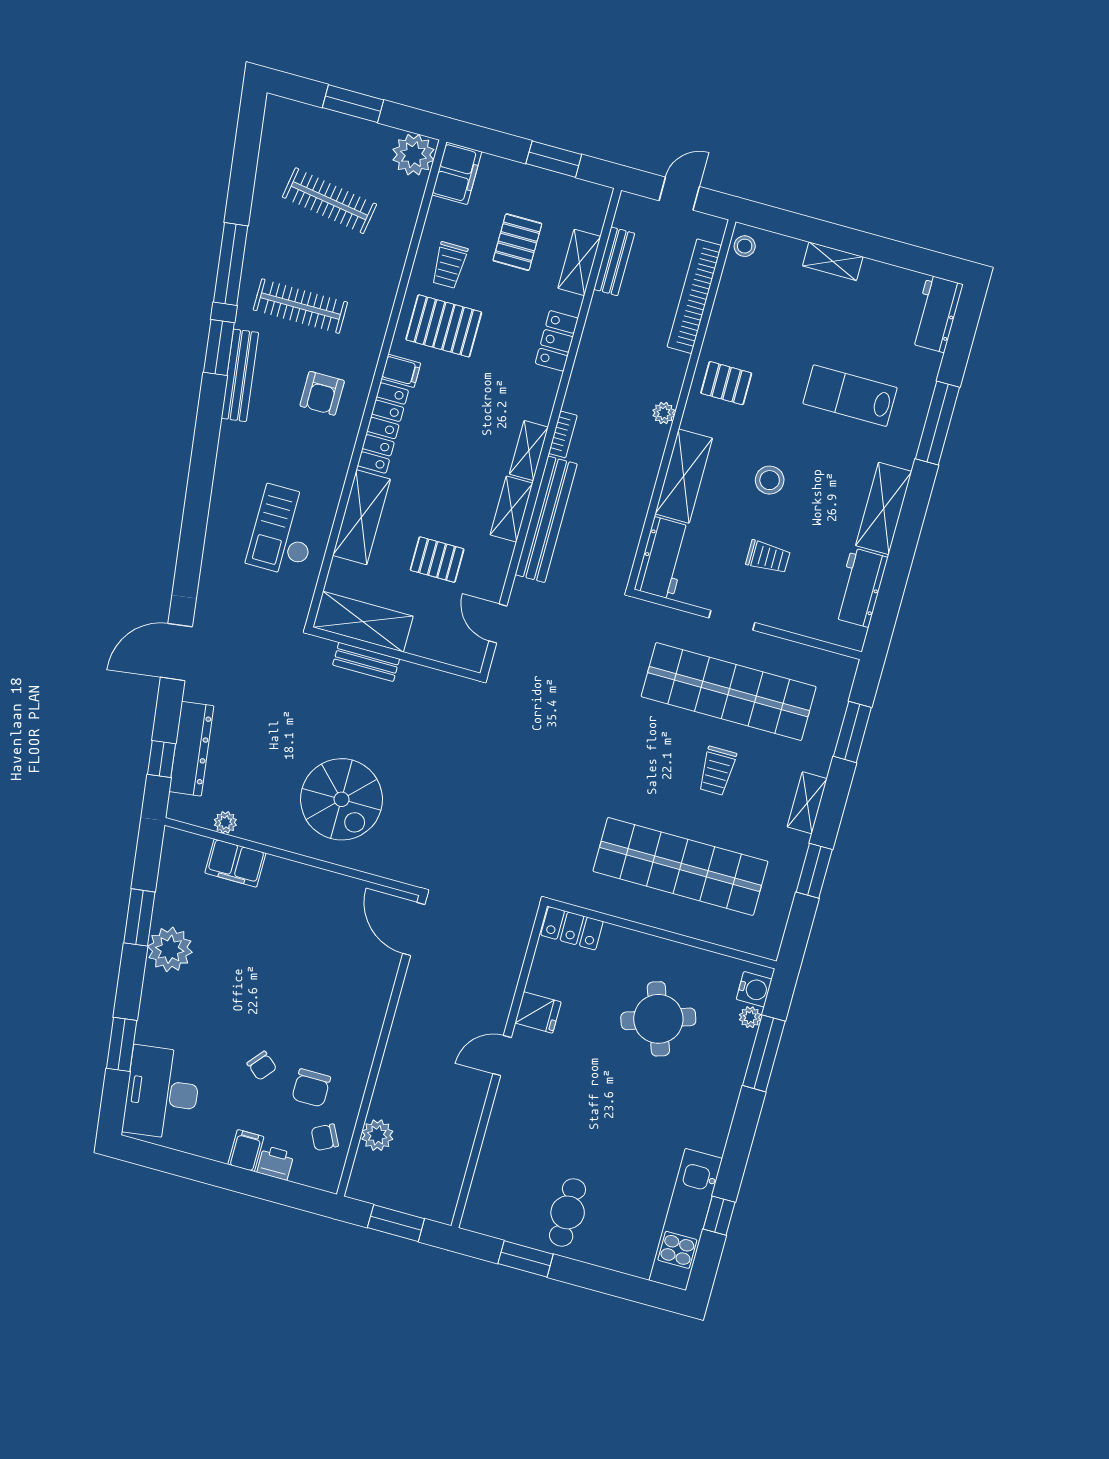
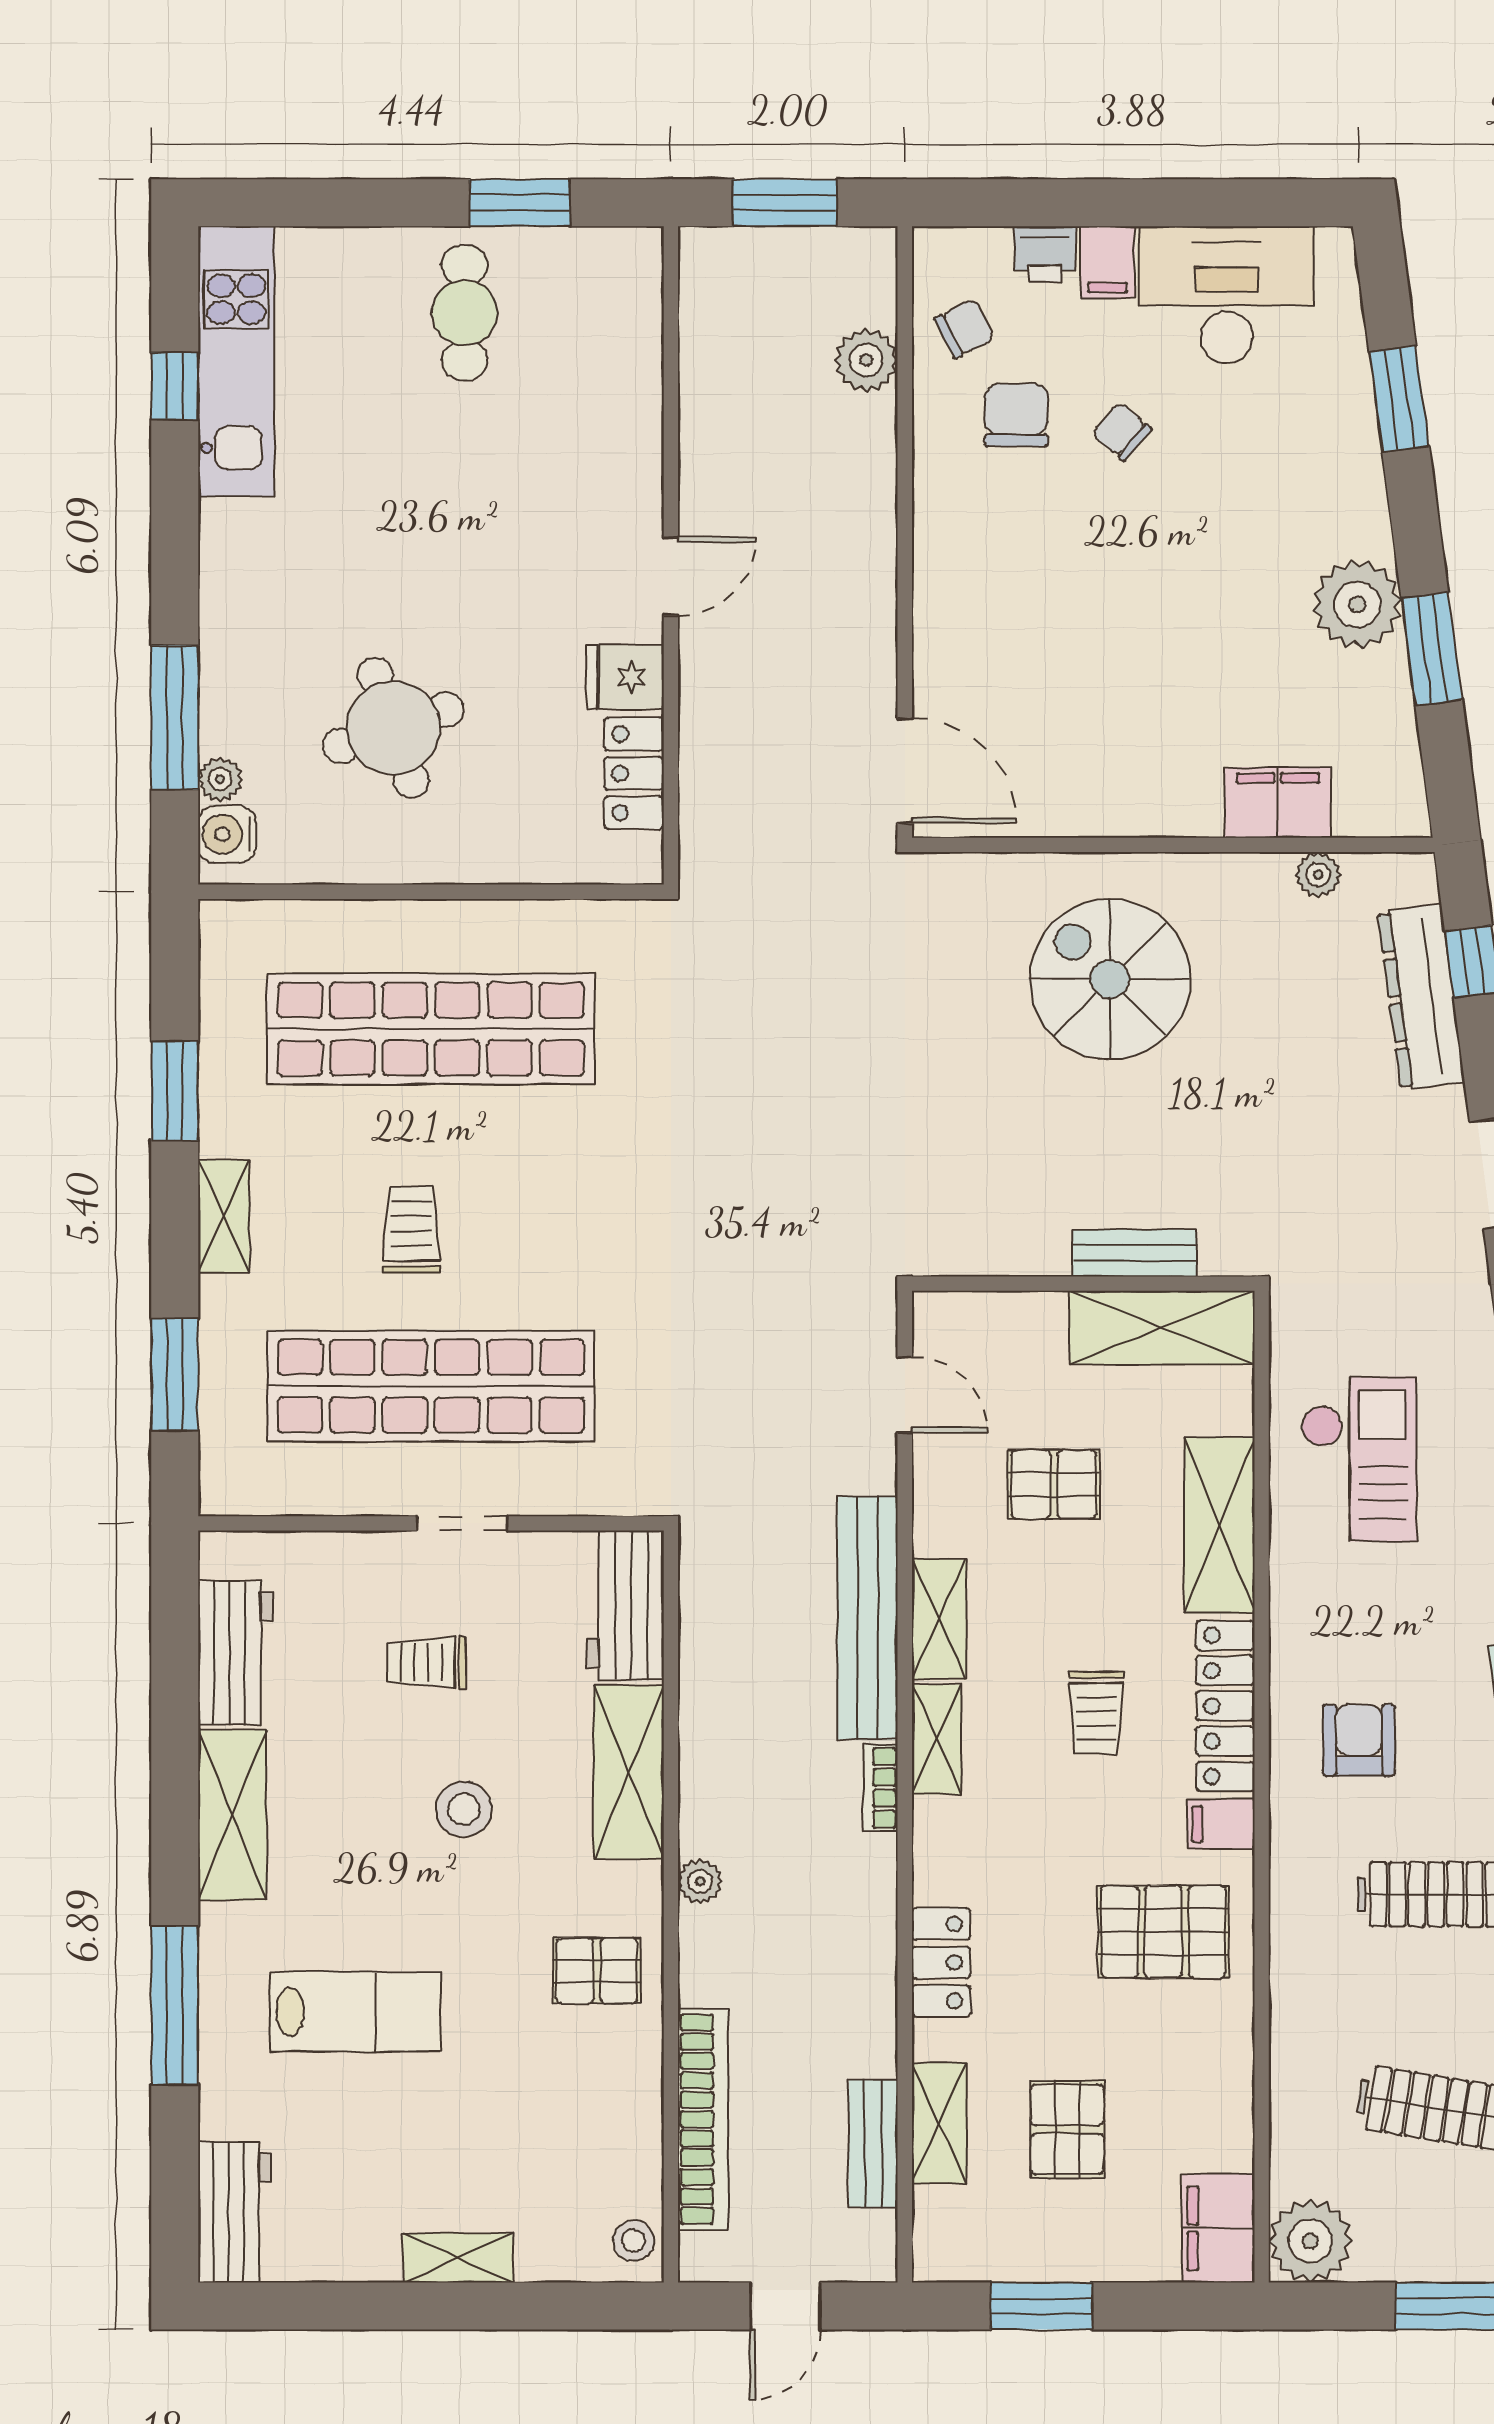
trolley: (449, 265) -> (1096, 1713), moved, turned 180
locker: (572, 928) -> (634, 773), moved, turned -90
desk: (162, 1093) -> (1227, 295), moved, turned -83

